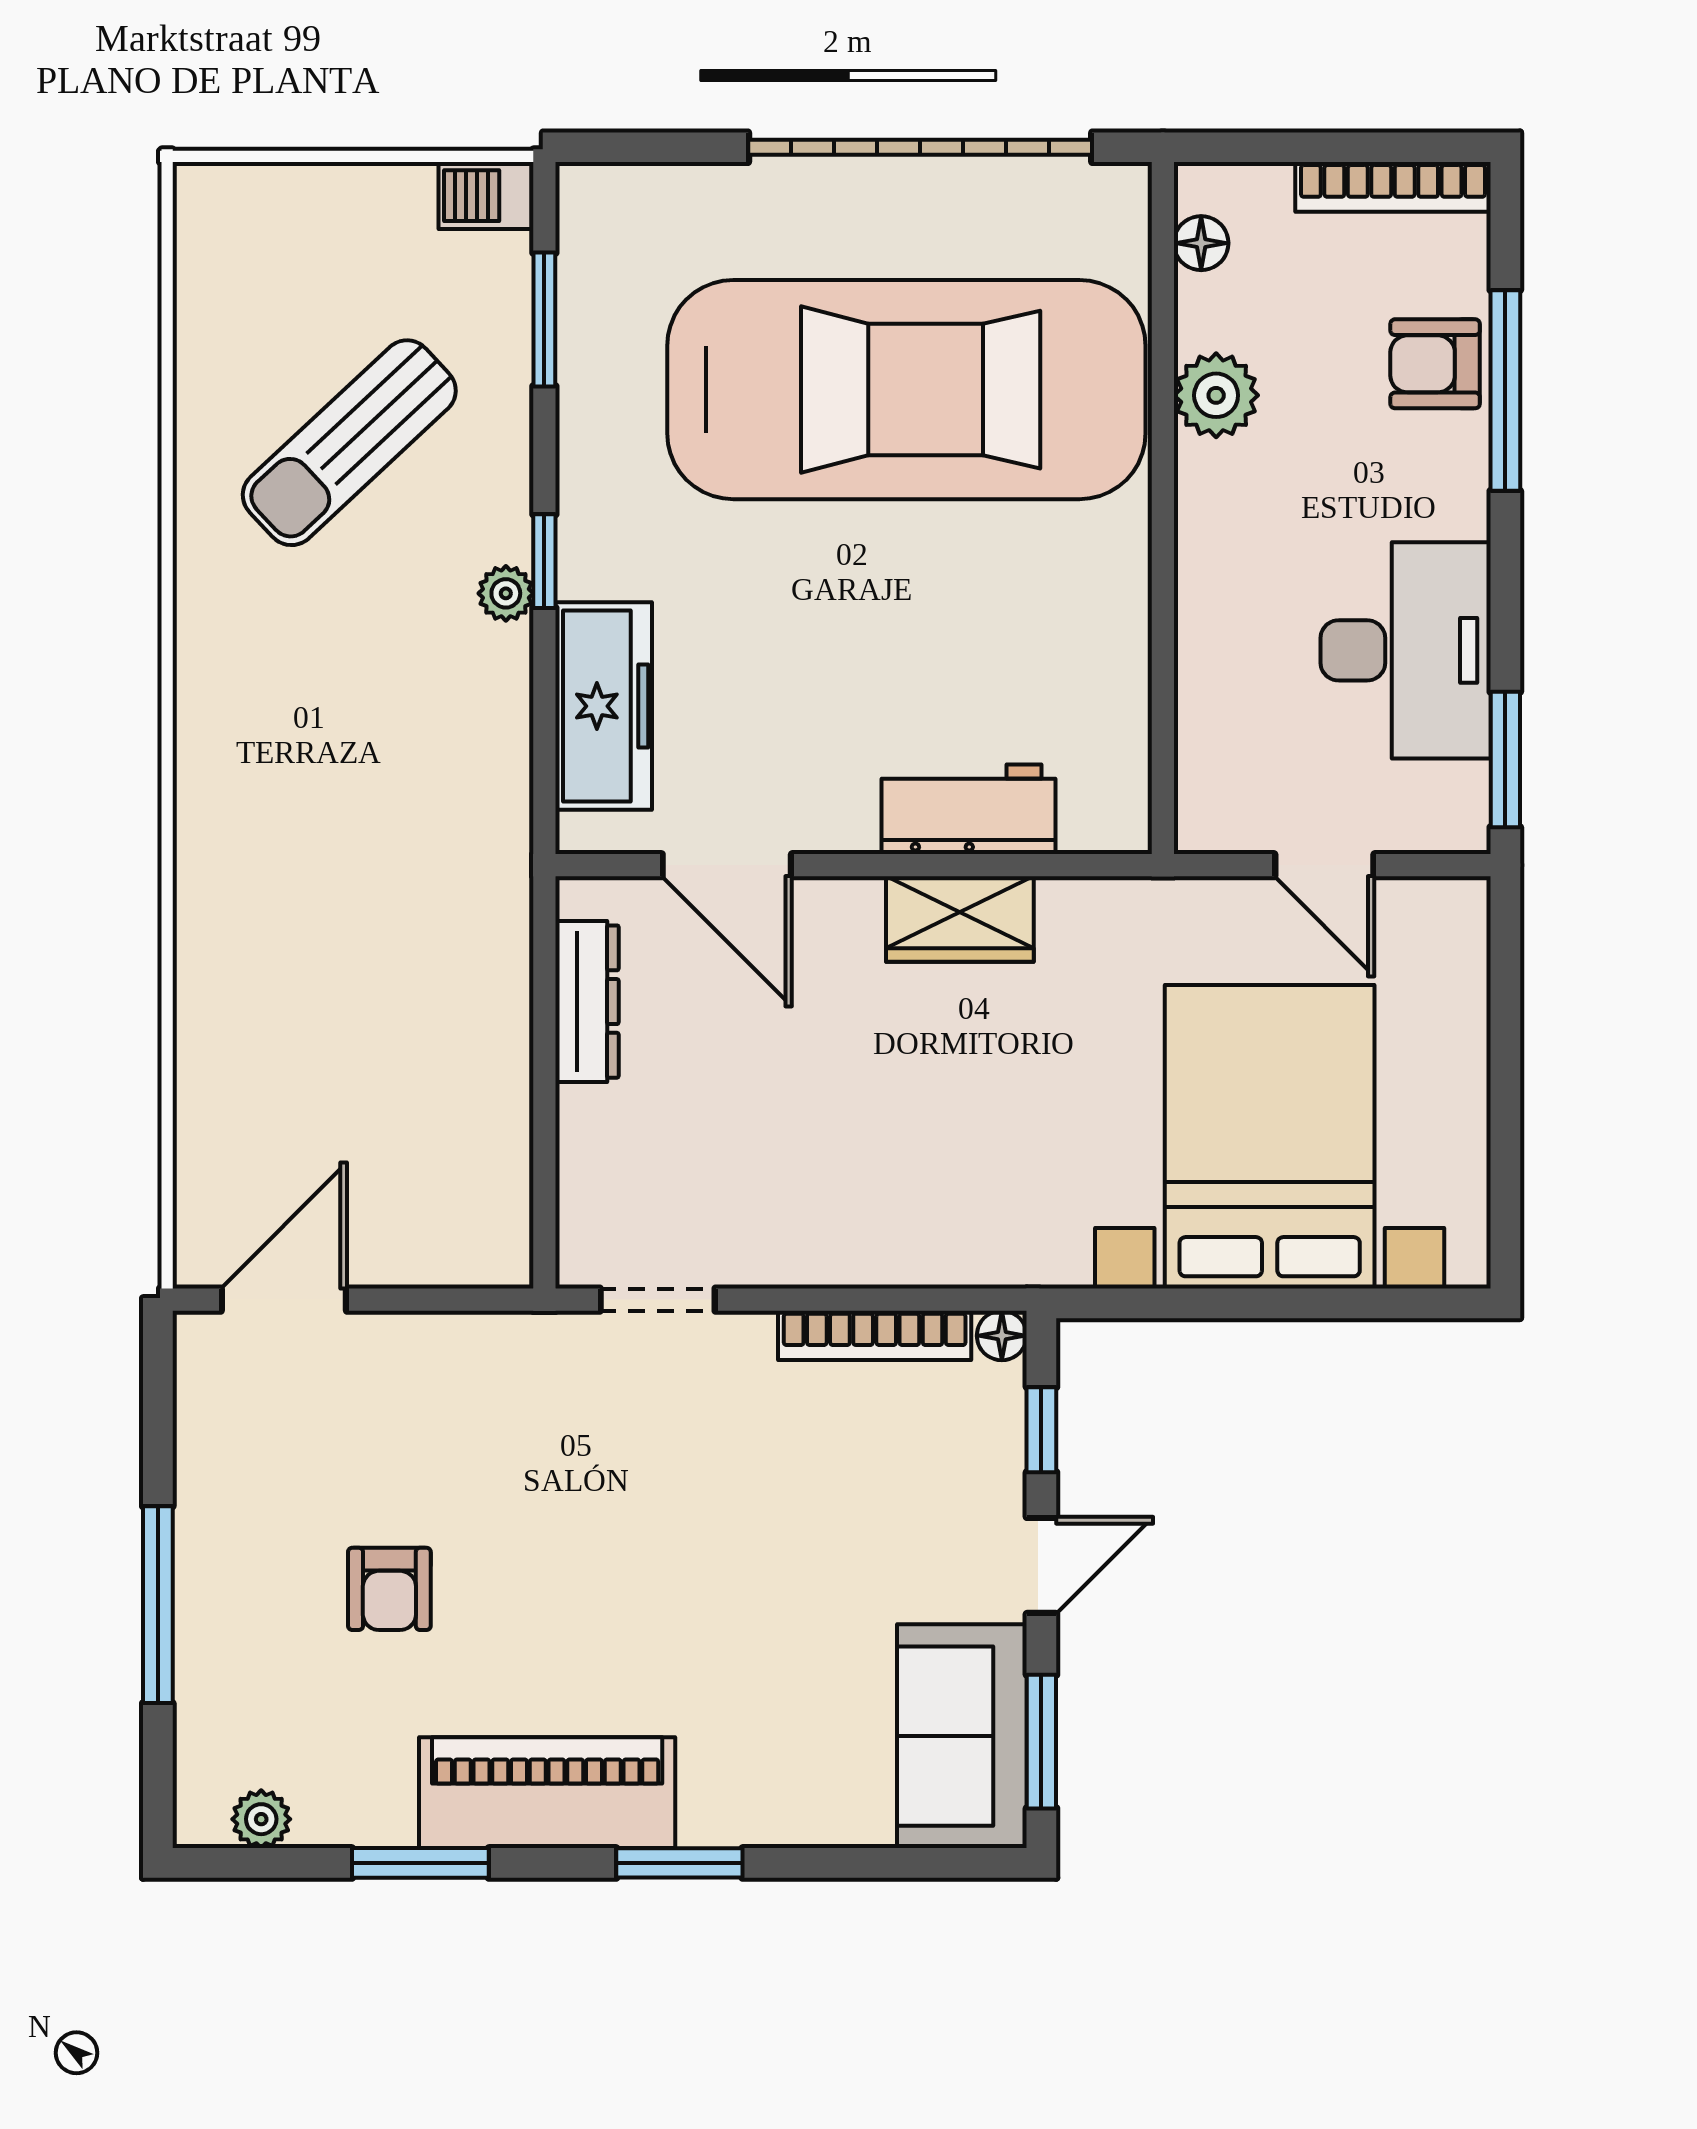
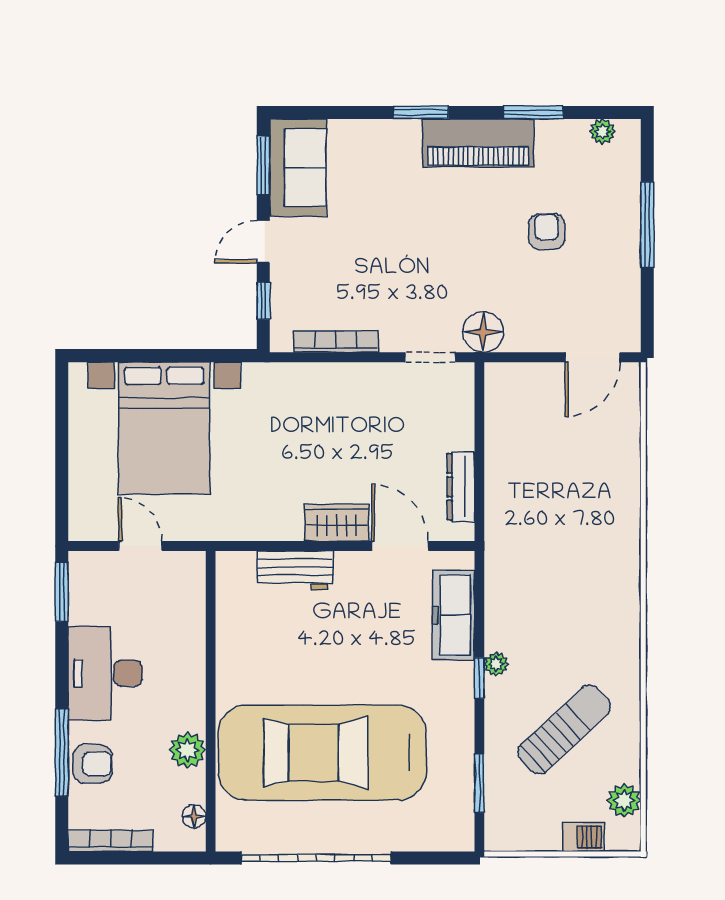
barbecue: (486, 196) -> (583, 837), moved
plant: (211, 280) -> (624, 800), added
desk: (1406, 650) -> (105, 673), moved
wardrobe: (960, 919) -> (337, 523), moved
floor lamp: (1002, 1336) -> (483, 332), moved, width x1.89, depth x1.89

